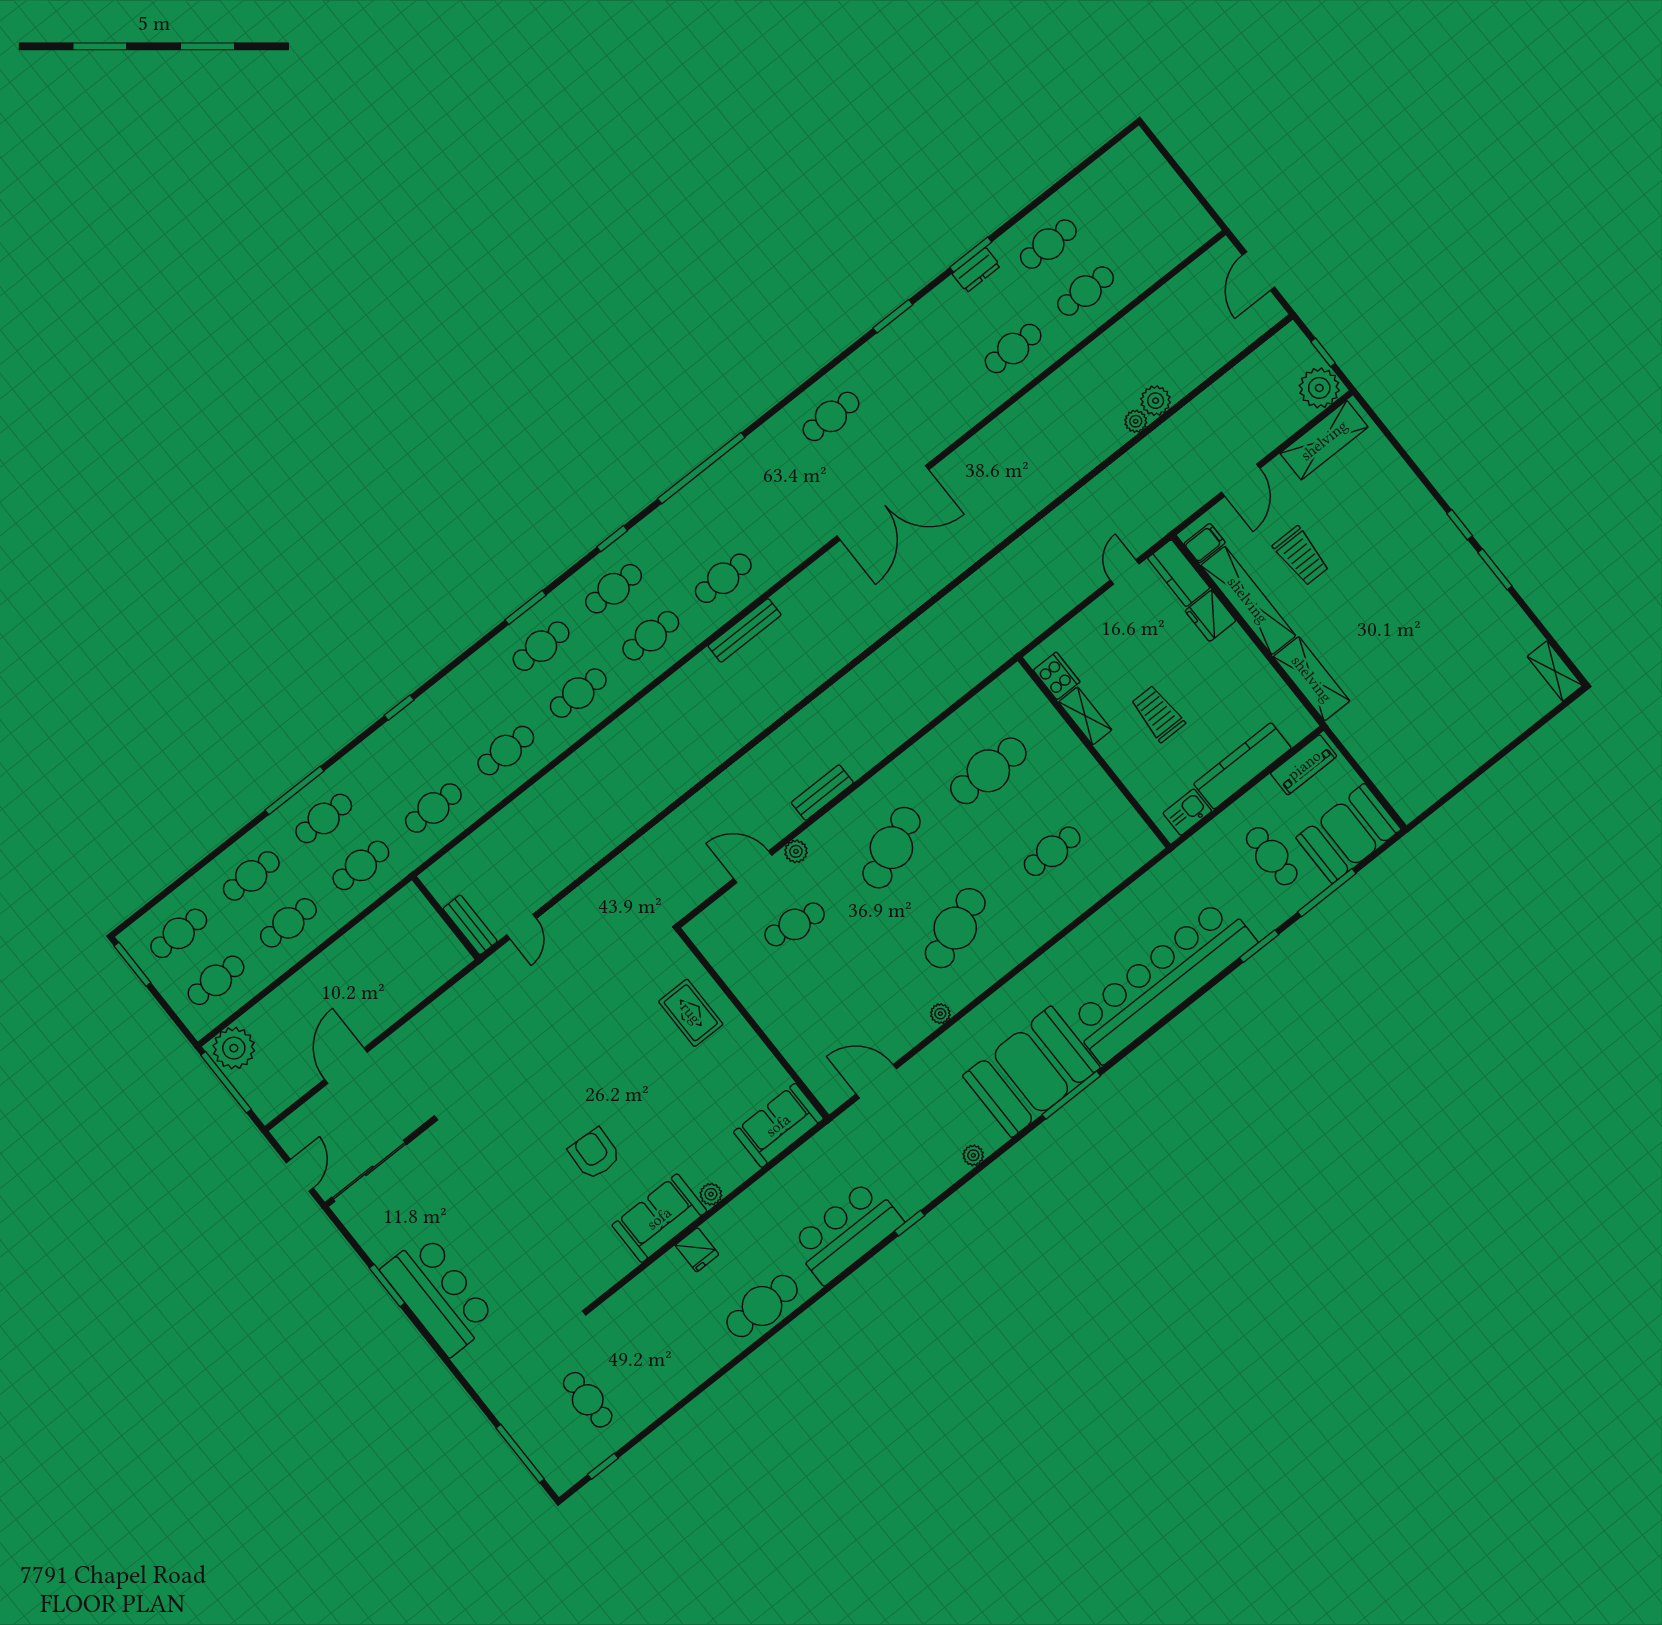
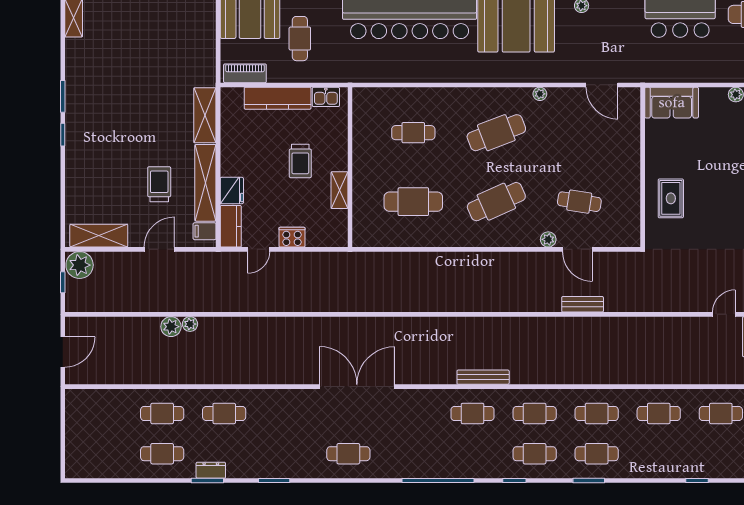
cooker: (1057, 676) -> (292, 237), moved, turned 90
bench: (822, 793) -> (583, 304), moved

